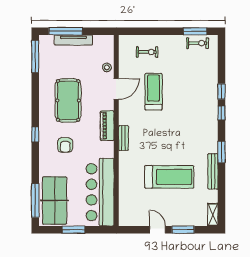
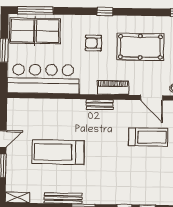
treadmill: (169, 177) -> (58, 152), turned 90

